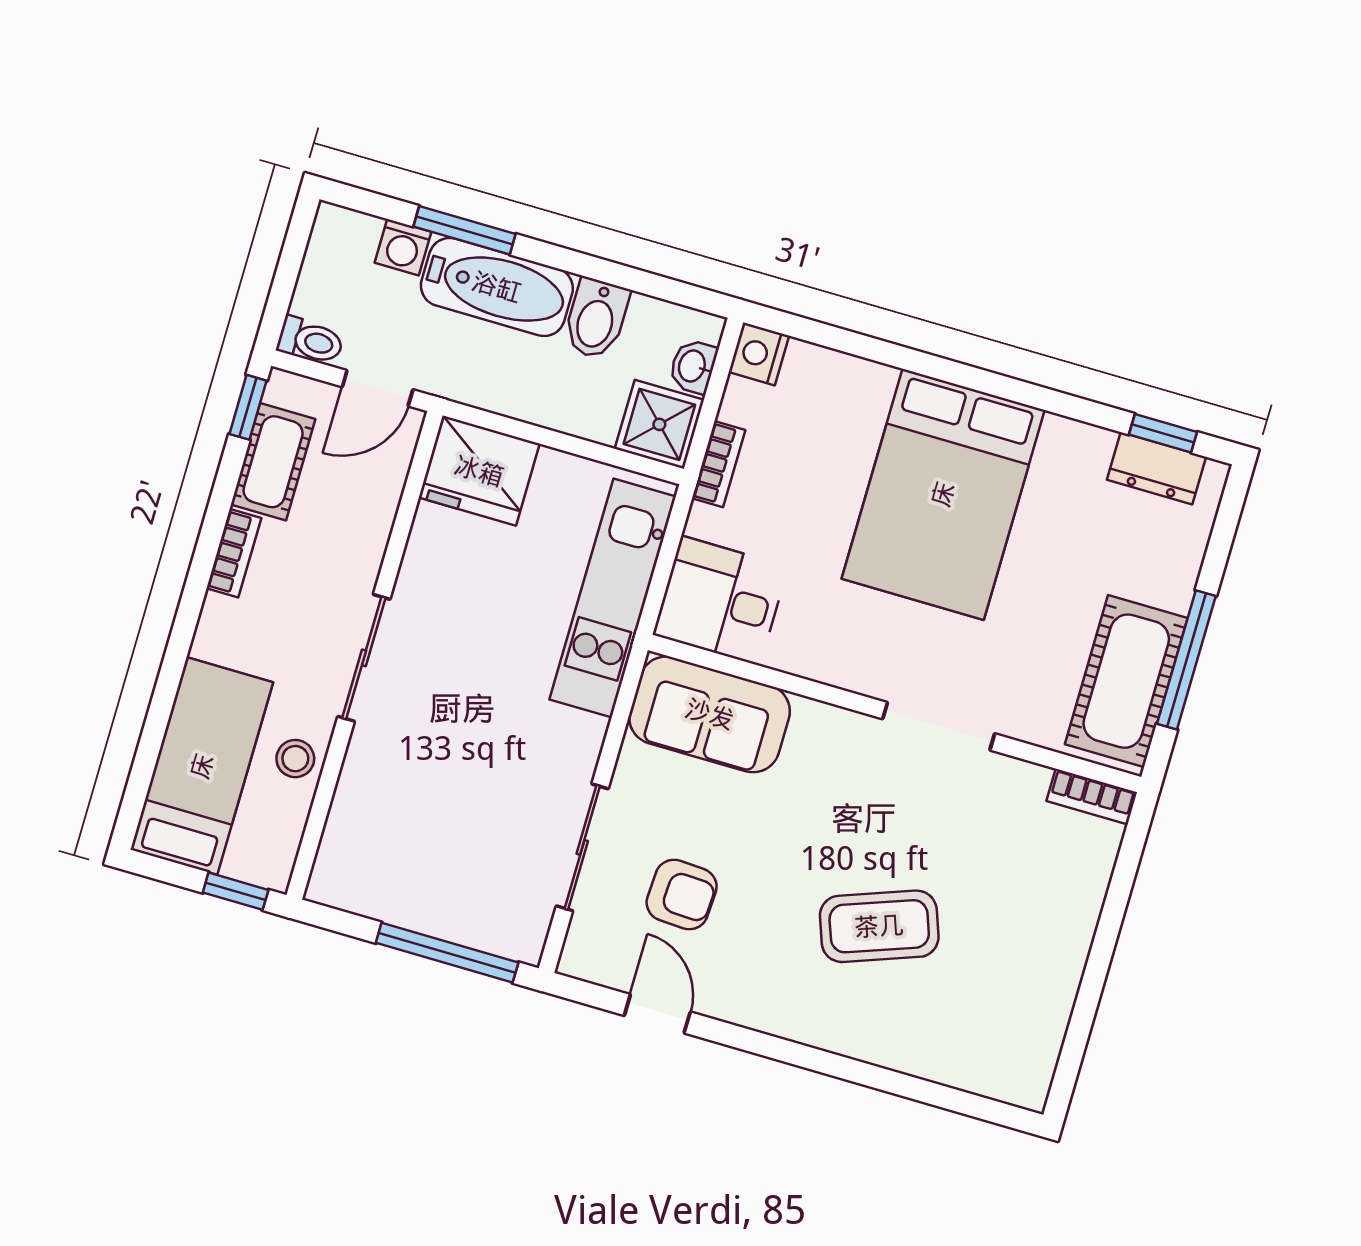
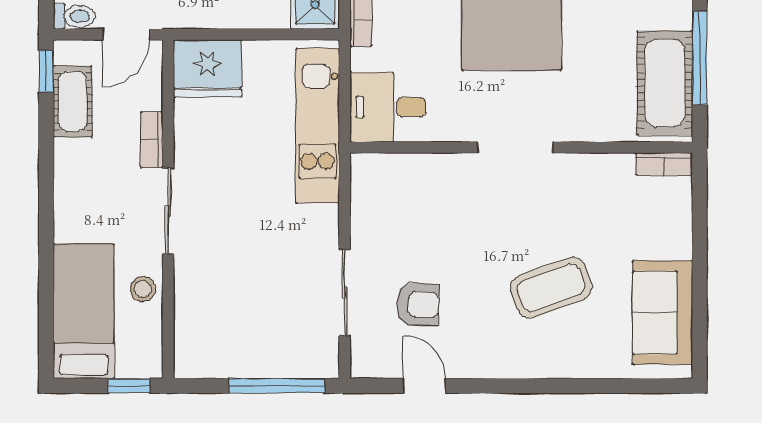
bookcase: (234, 553) -> (152, 140), moved, turned 180
sofa: (710, 714) -> (663, 313), moved, turned 90
doorway: (939, 726) -> (515, 147), moved

